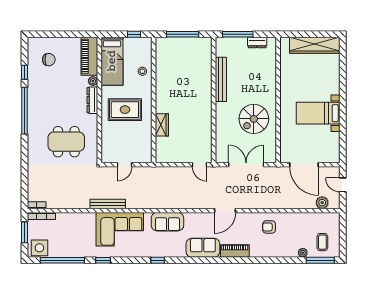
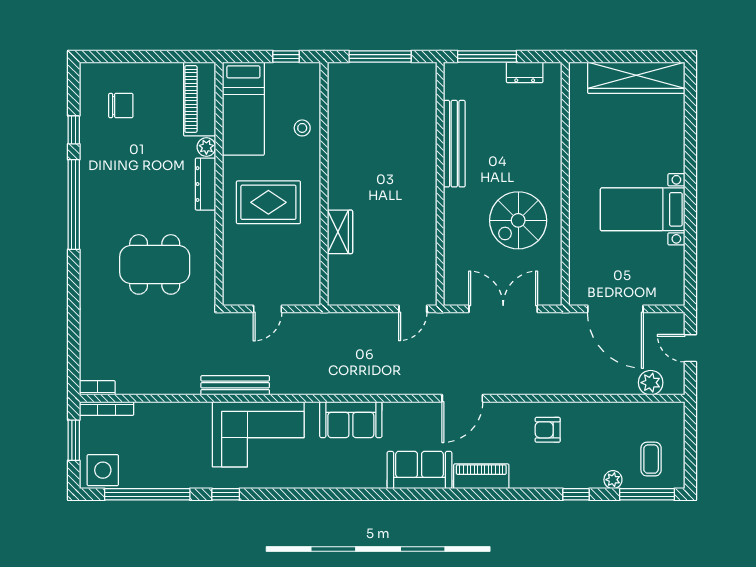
door: (199, 165) -> (413, 309), hinge flipped
window: (158, 260) -> (576, 494), moved

